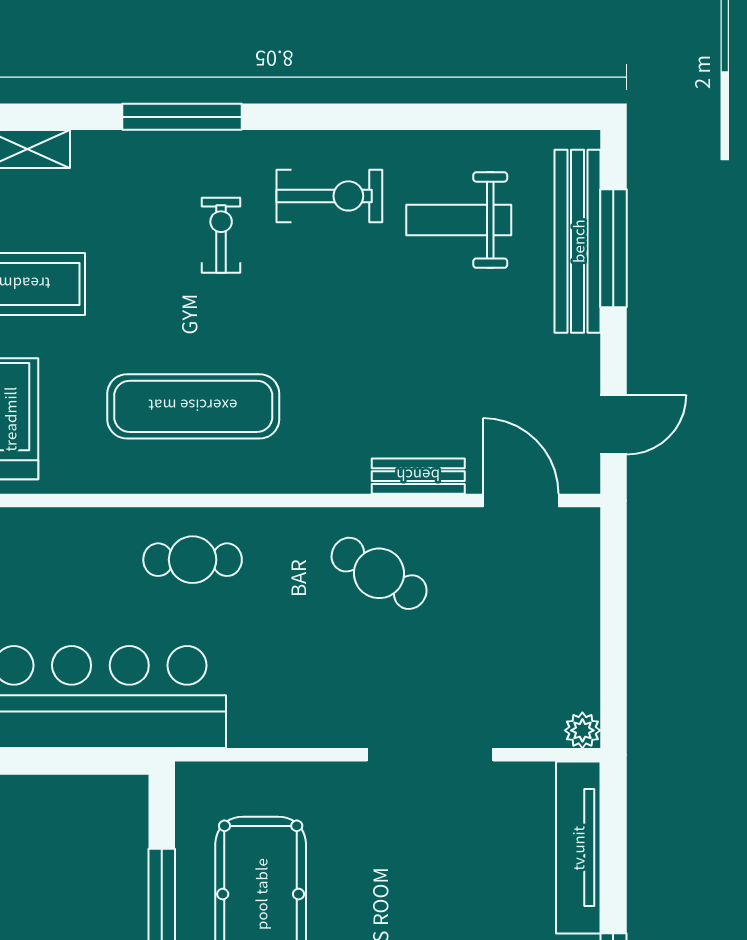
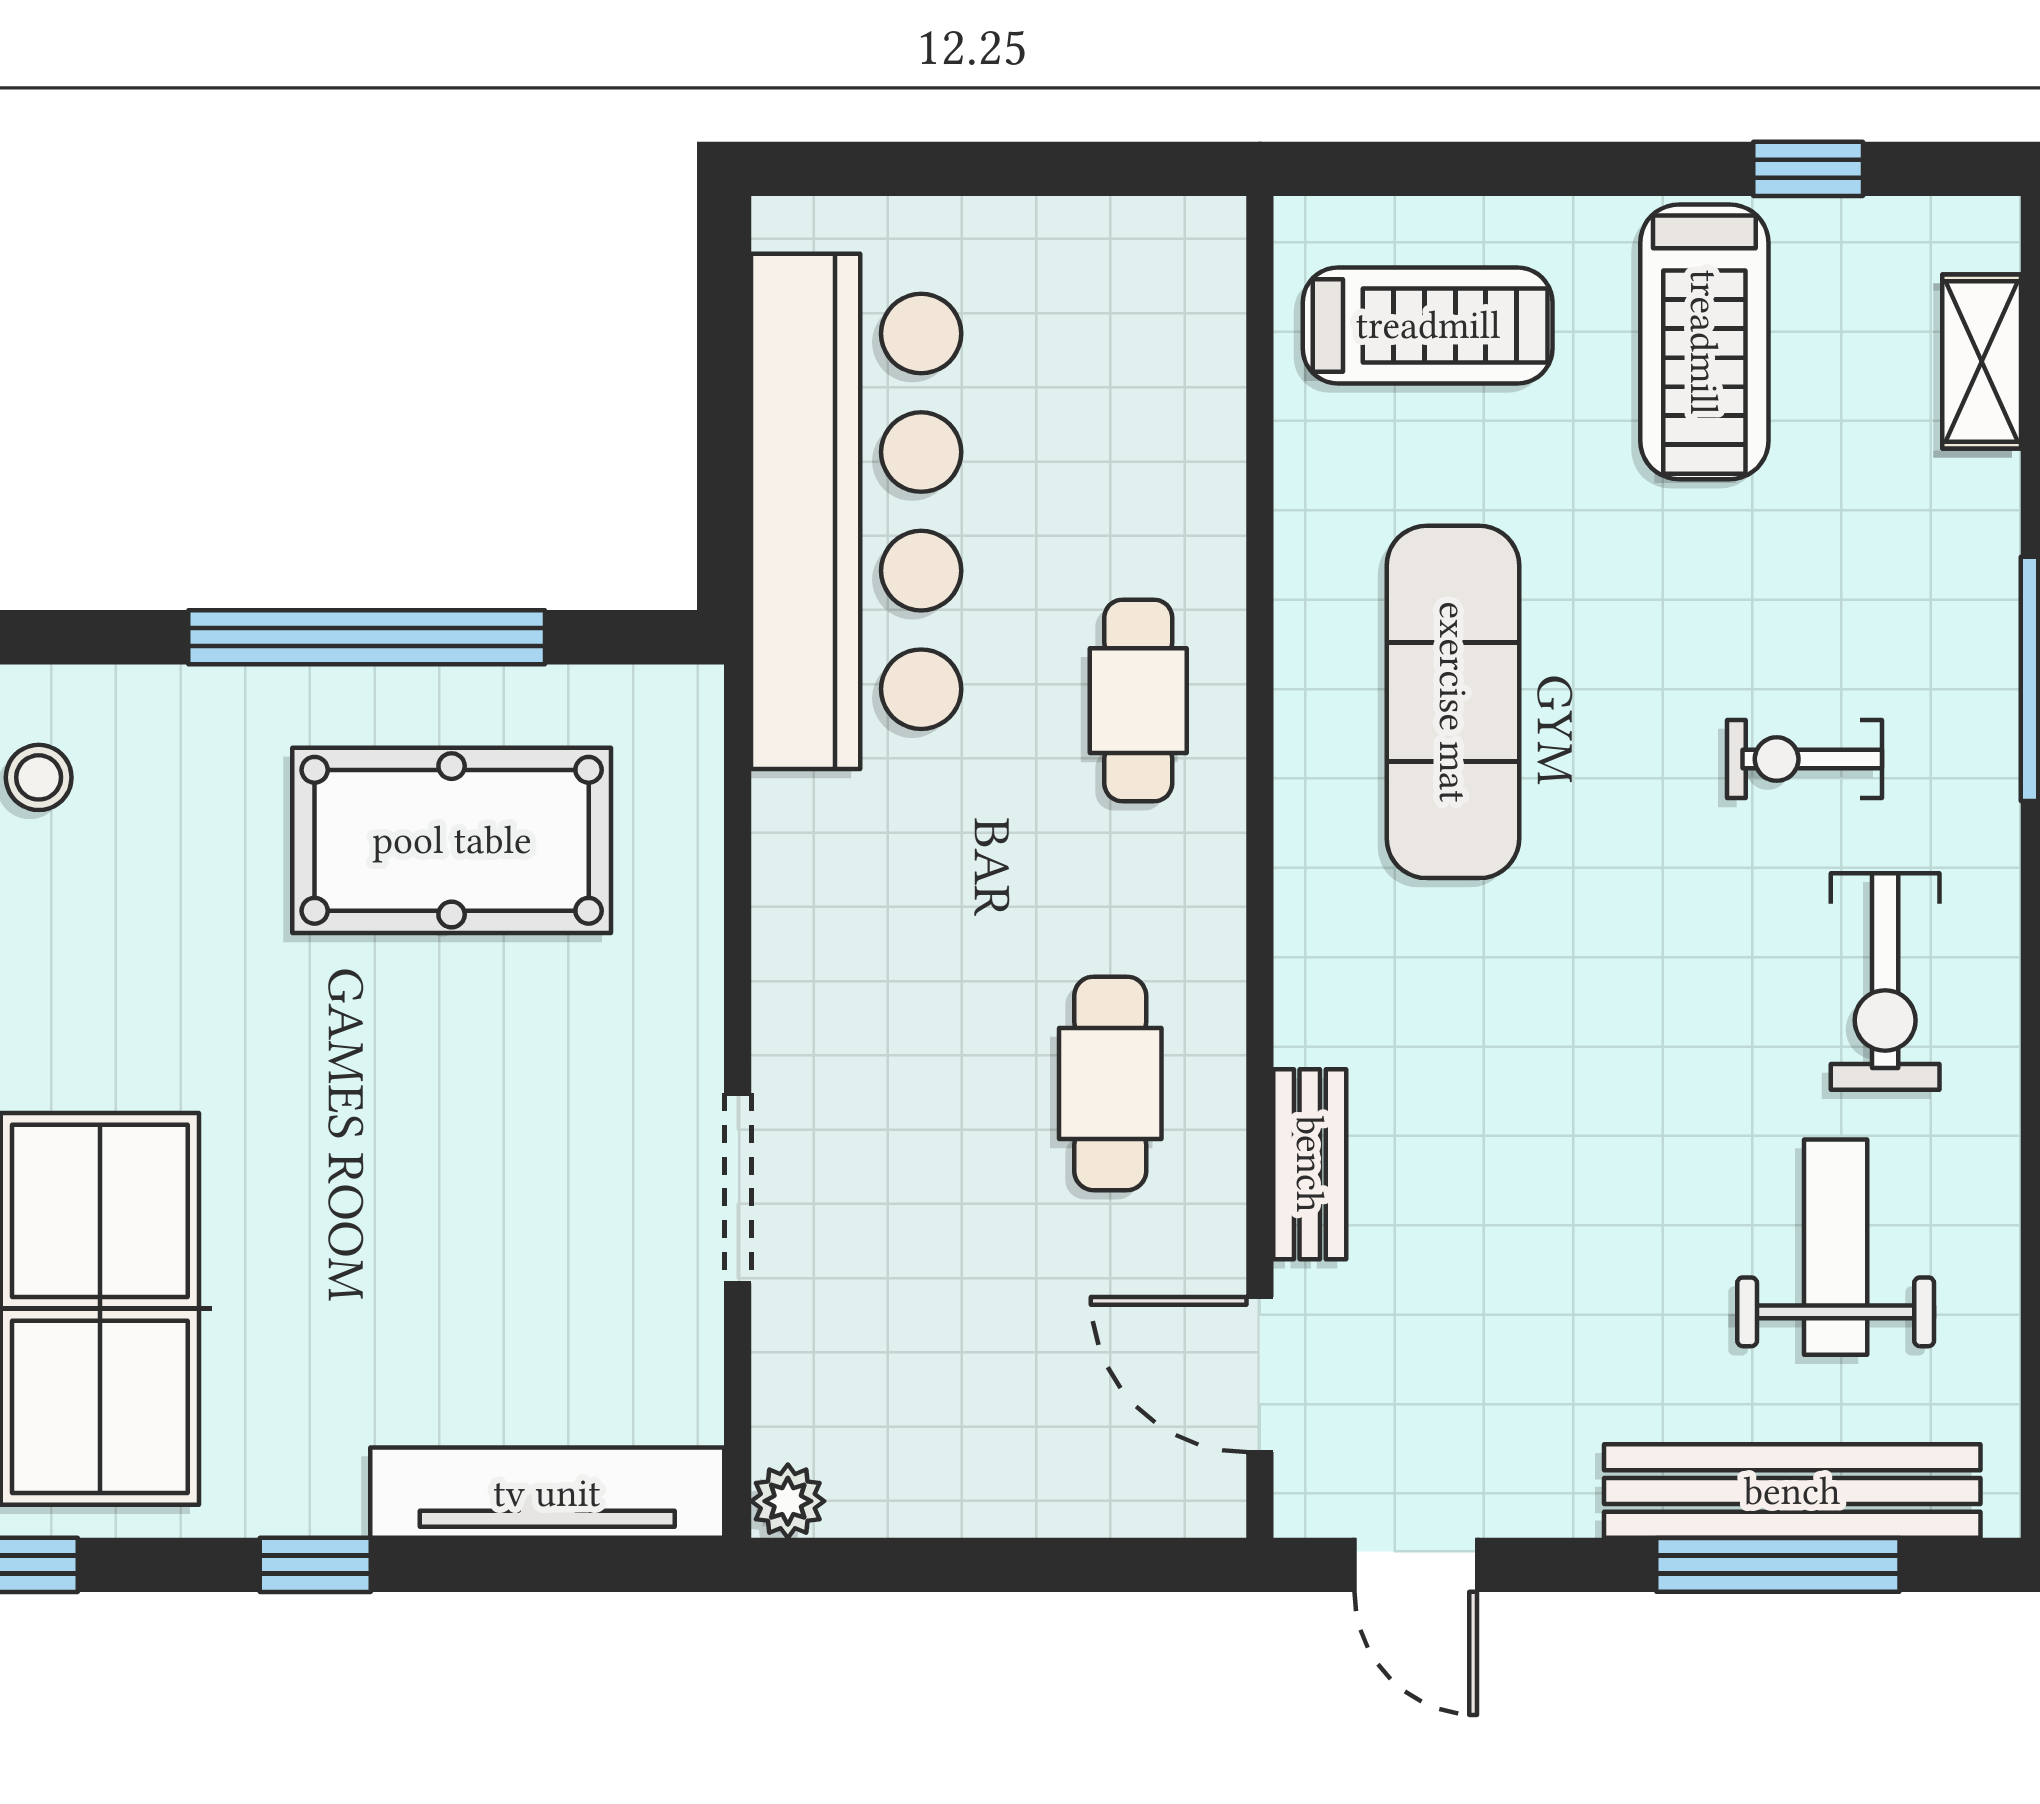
exercise bike: (221, 235) -> (1804, 759), turned 180
door: (521, 500) -> (1260, 1374), swing flipped
cafe table: (379, 573) -> (1110, 1083), turned -31
doorway: (430, 755) -> (738, 1188), width x0.73

